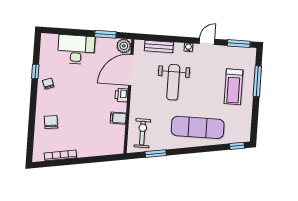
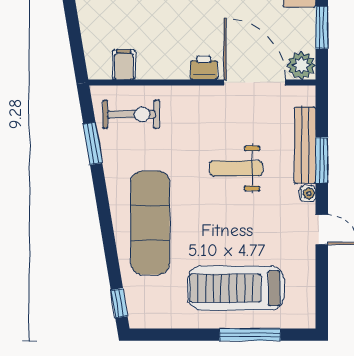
window: (239, 44) -> (322, 160), moved
bench: (159, 47) -> (305, 145), width x1.36
weight bench: (173, 82) -> (236, 168), width x0.73, depth x0.75
treadmill: (234, 87) -> (236, 288), width x1.37, depth x1.38
filing cabinet: (118, 118) -> (124, 65), moved

